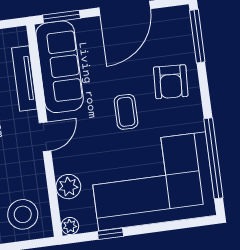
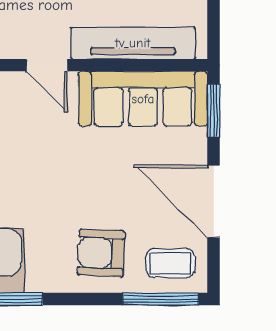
tv unit: (24, 79) -> (133, 43), width x1.36, depth x1.29
coffee table: (126, 112) -> (170, 263), moved

